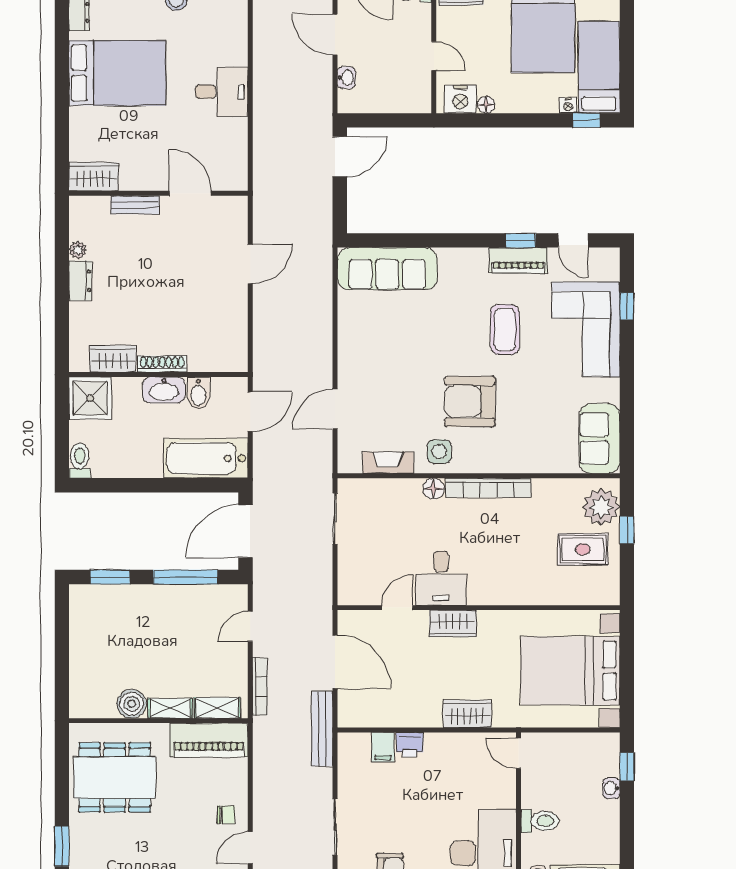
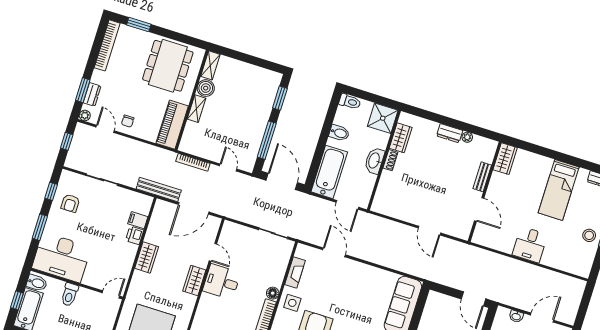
bed: (117, 73) -> (559, 190), width x0.67
door: (190, 193) -> (479, 209), hinge flipped
shoe rack: (162, 364) -> (390, 160), width x0.70
bidet: (198, 393) -> (339, 133), moved, turned 180
shelving: (217, 708) -> (210, 65), moved
wardrobe: (467, 714) -> (147, 257), moved

